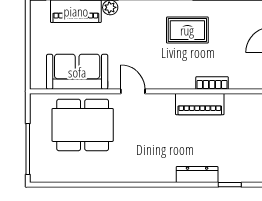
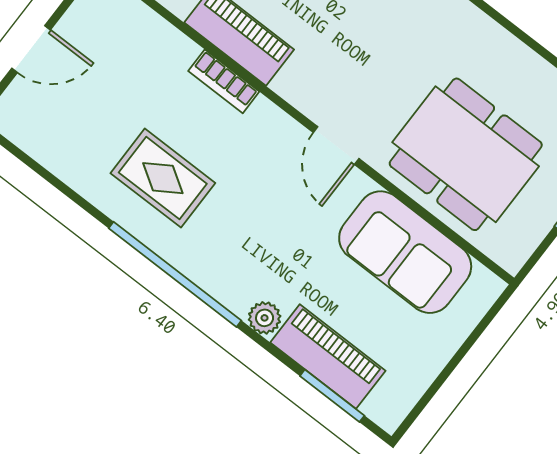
bookcase: (212, 83) -> (224, 81), moved

